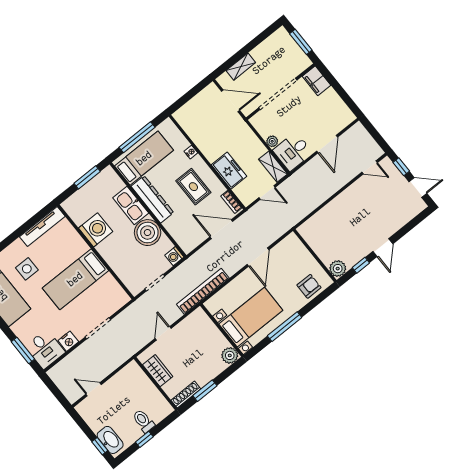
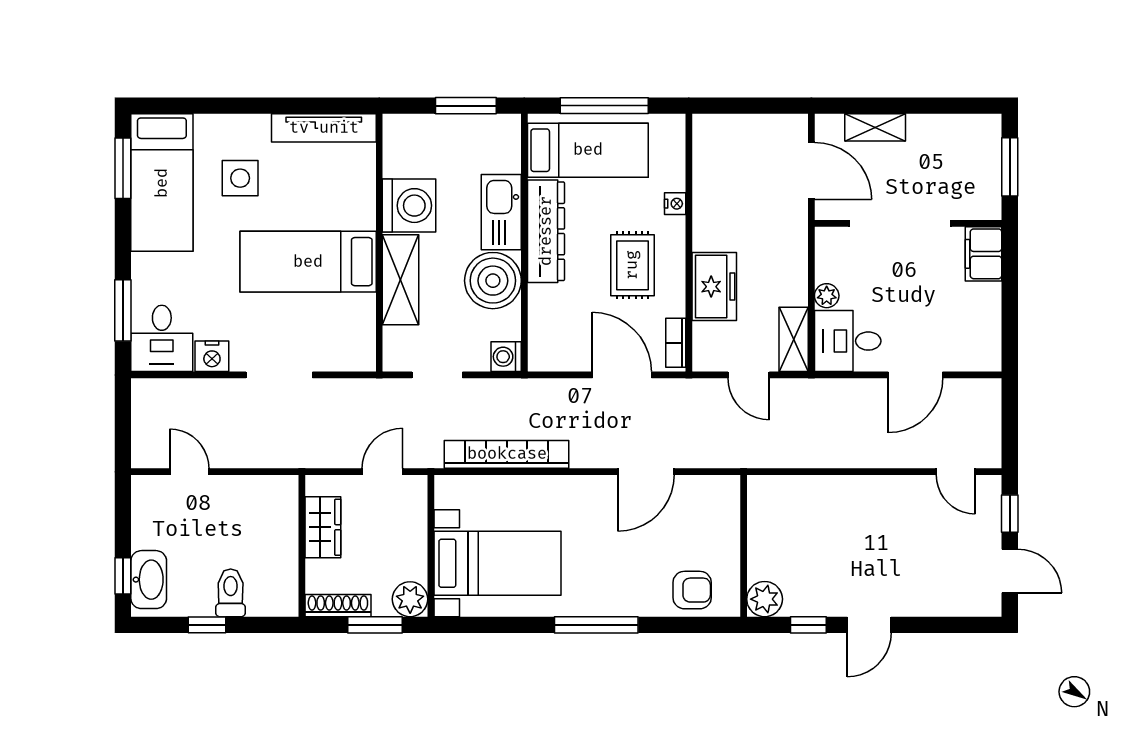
shelving: (114, 259) -> (400, 280), added
bed with nightstands: (251, 317) -> (497, 563), moved
wall: (222, 330) -> (431, 546), moved
plant: (230, 355) -> (410, 599), moved

